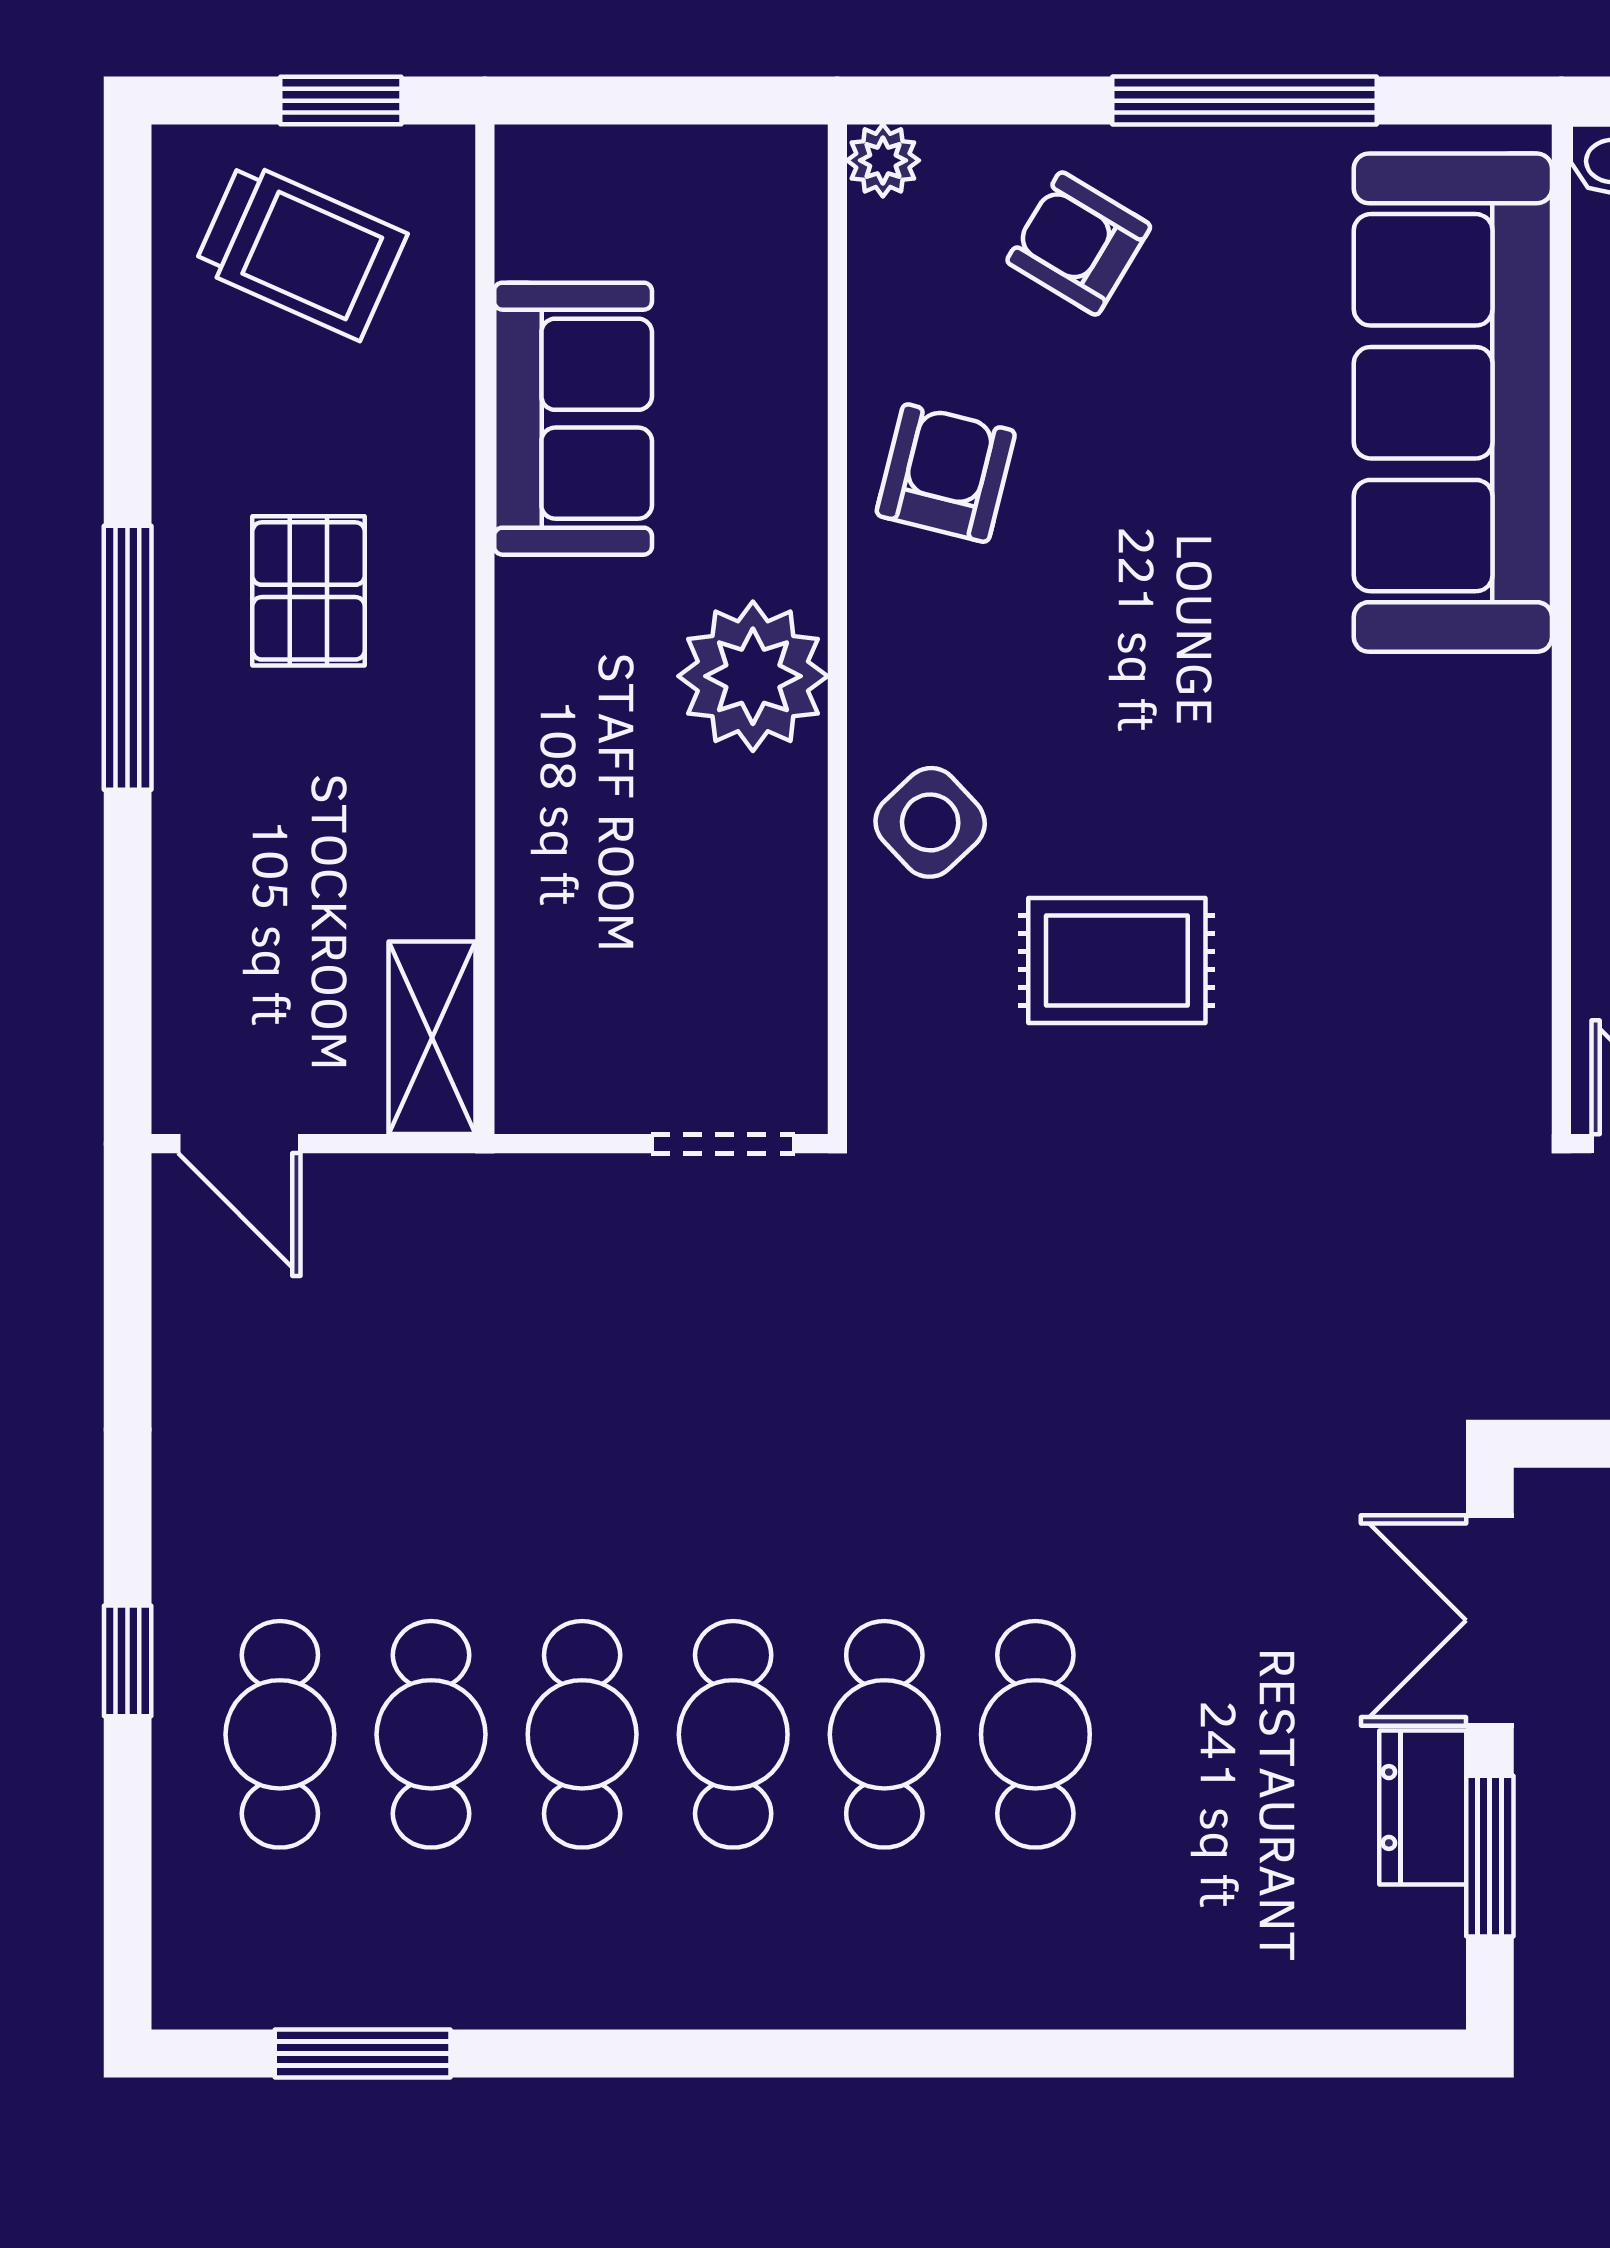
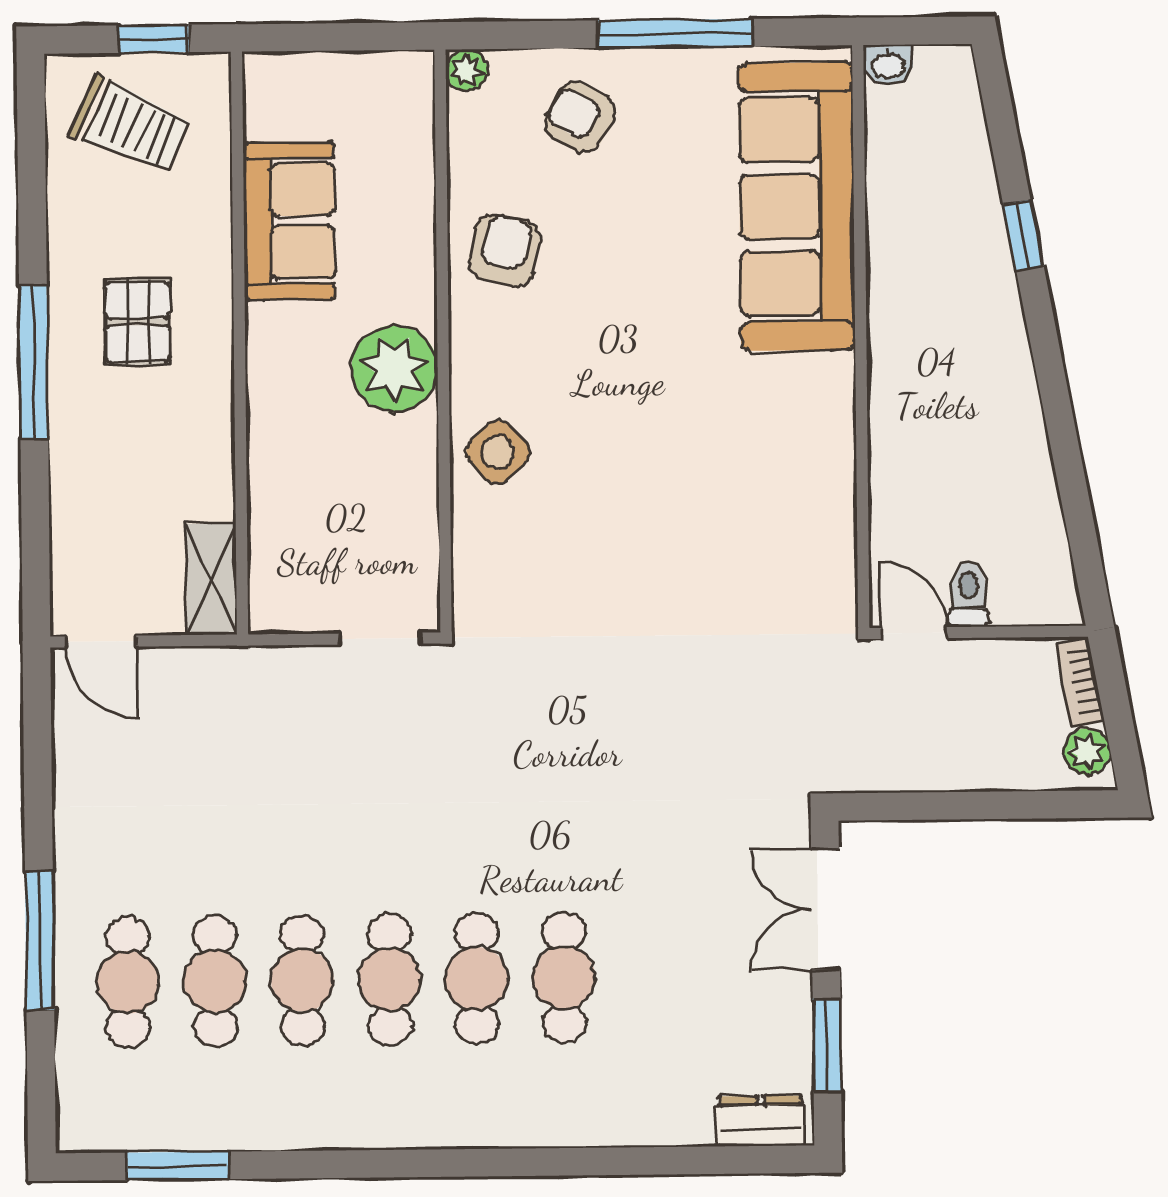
rug: (1117, 961) -> (606, 530), removed
window: (128, 1661) -> (40, 941), width x2.17
dresser: (1423, 1807) -> (761, 1121), moved, turned 90

